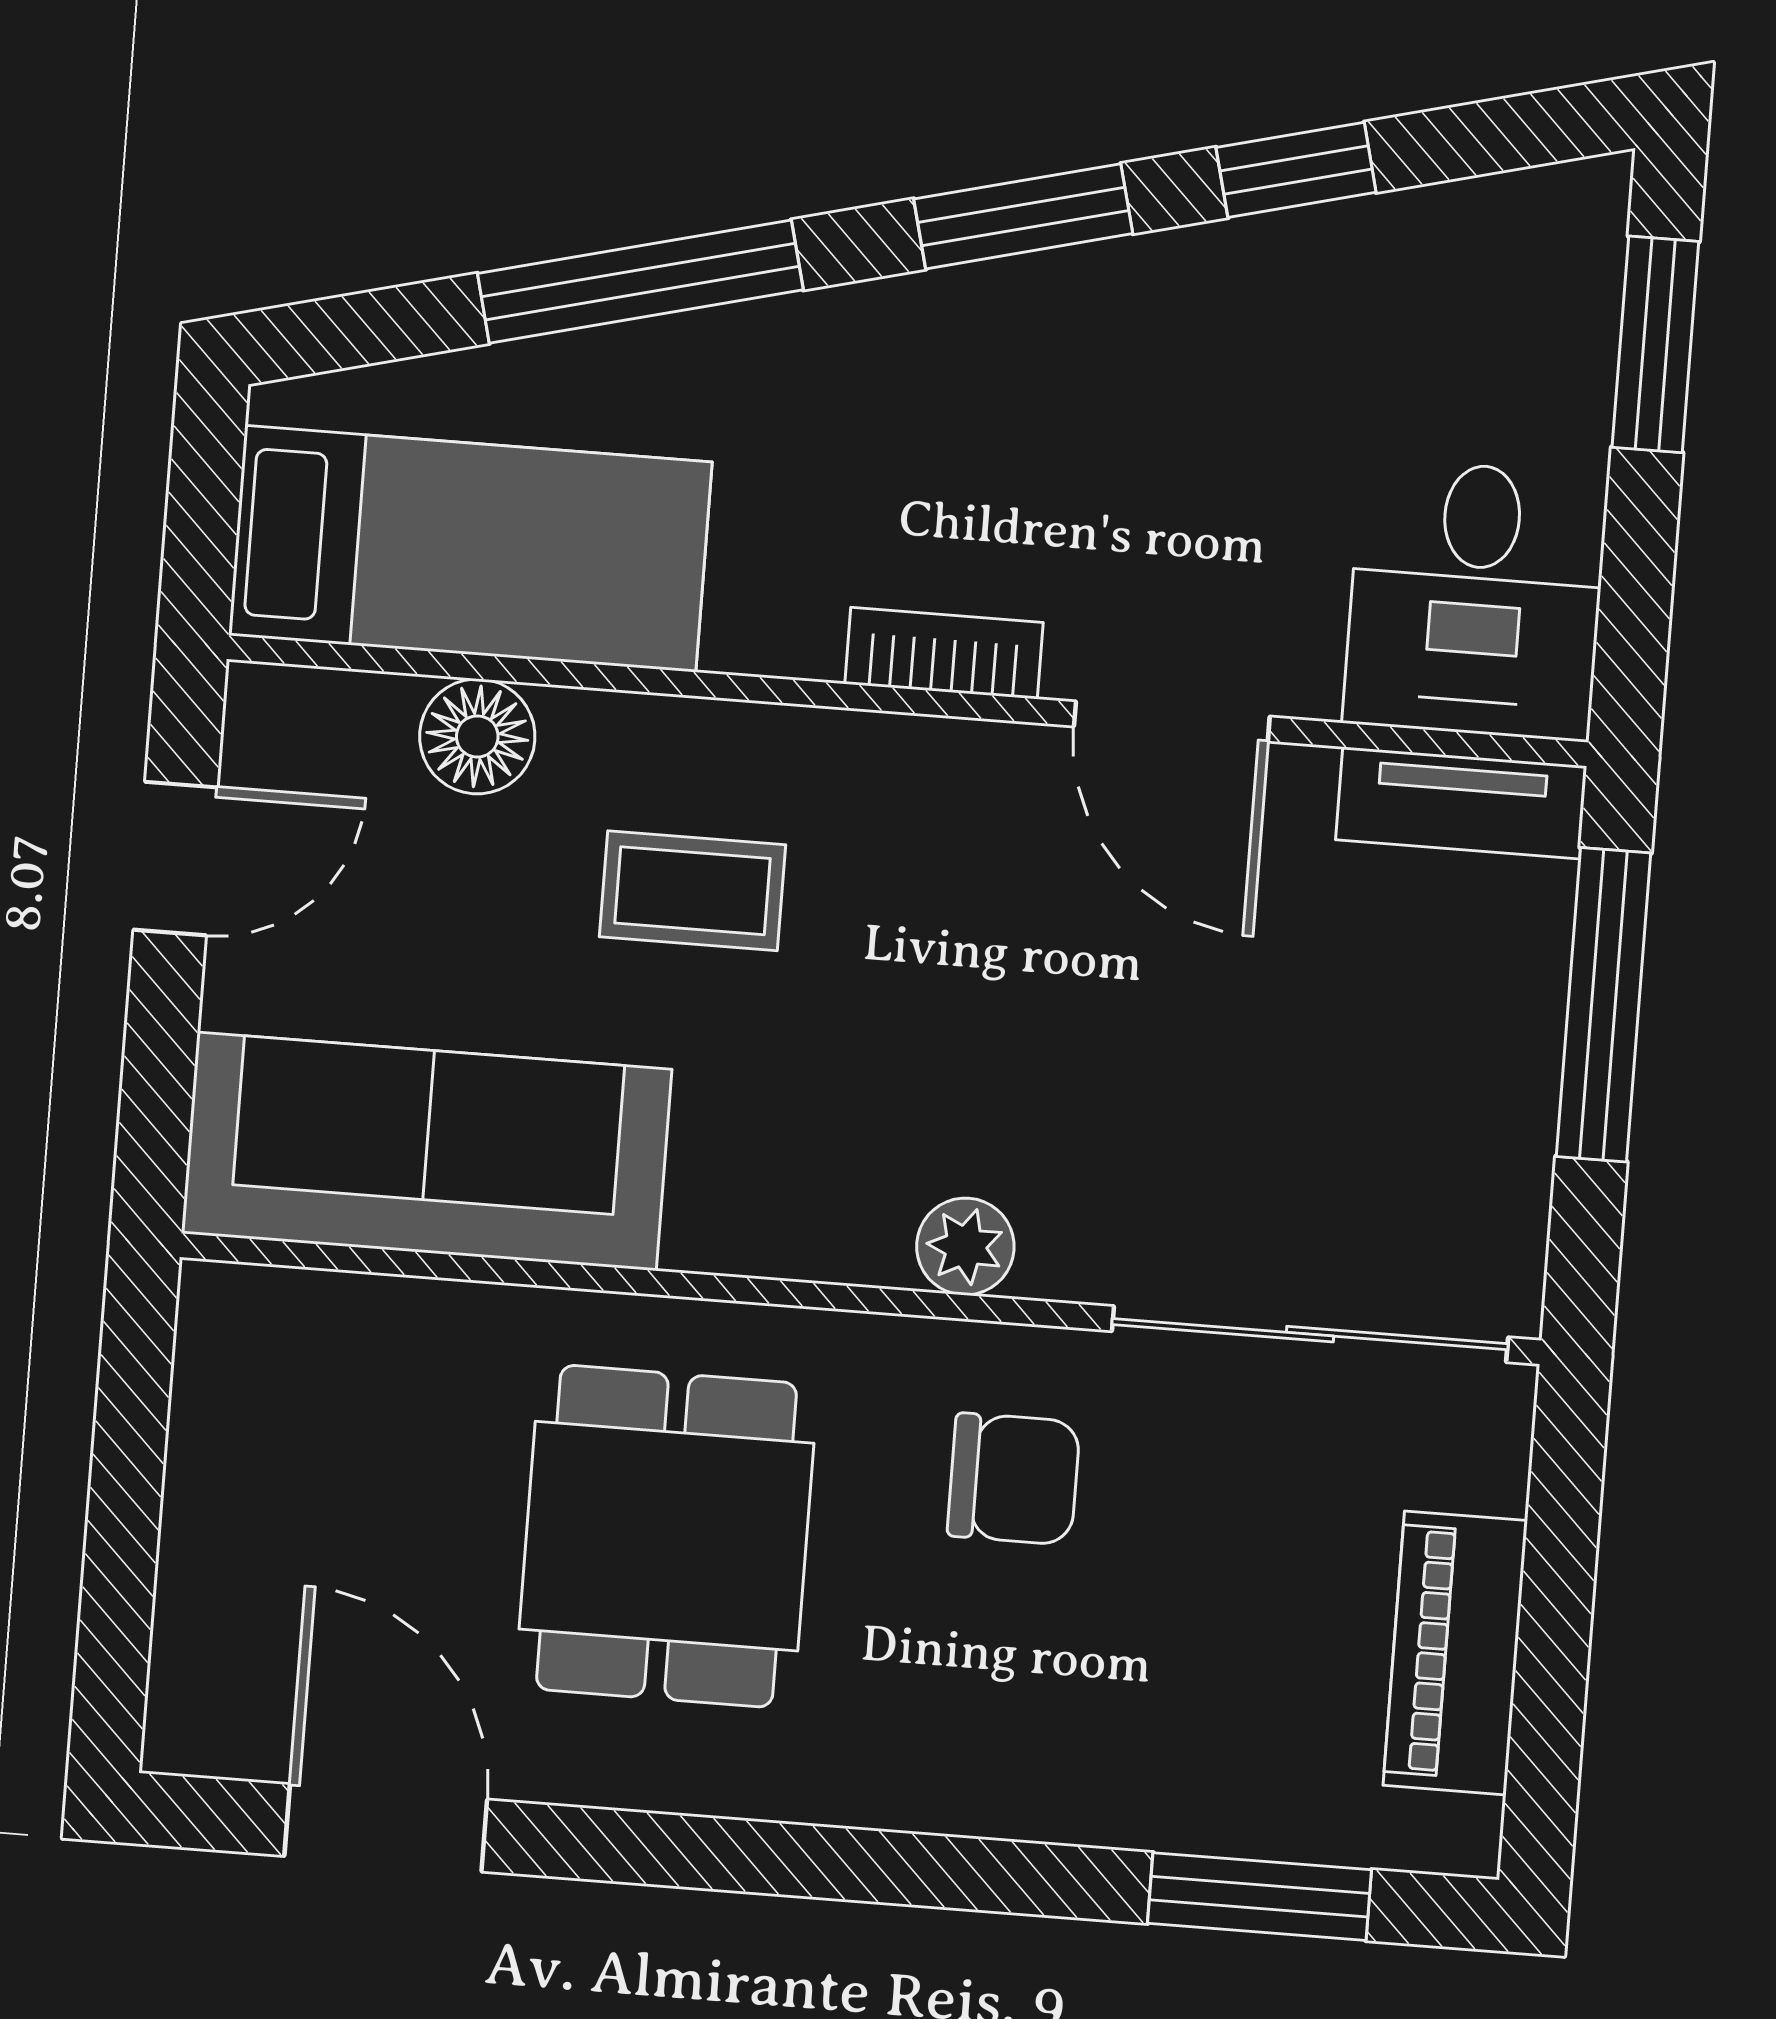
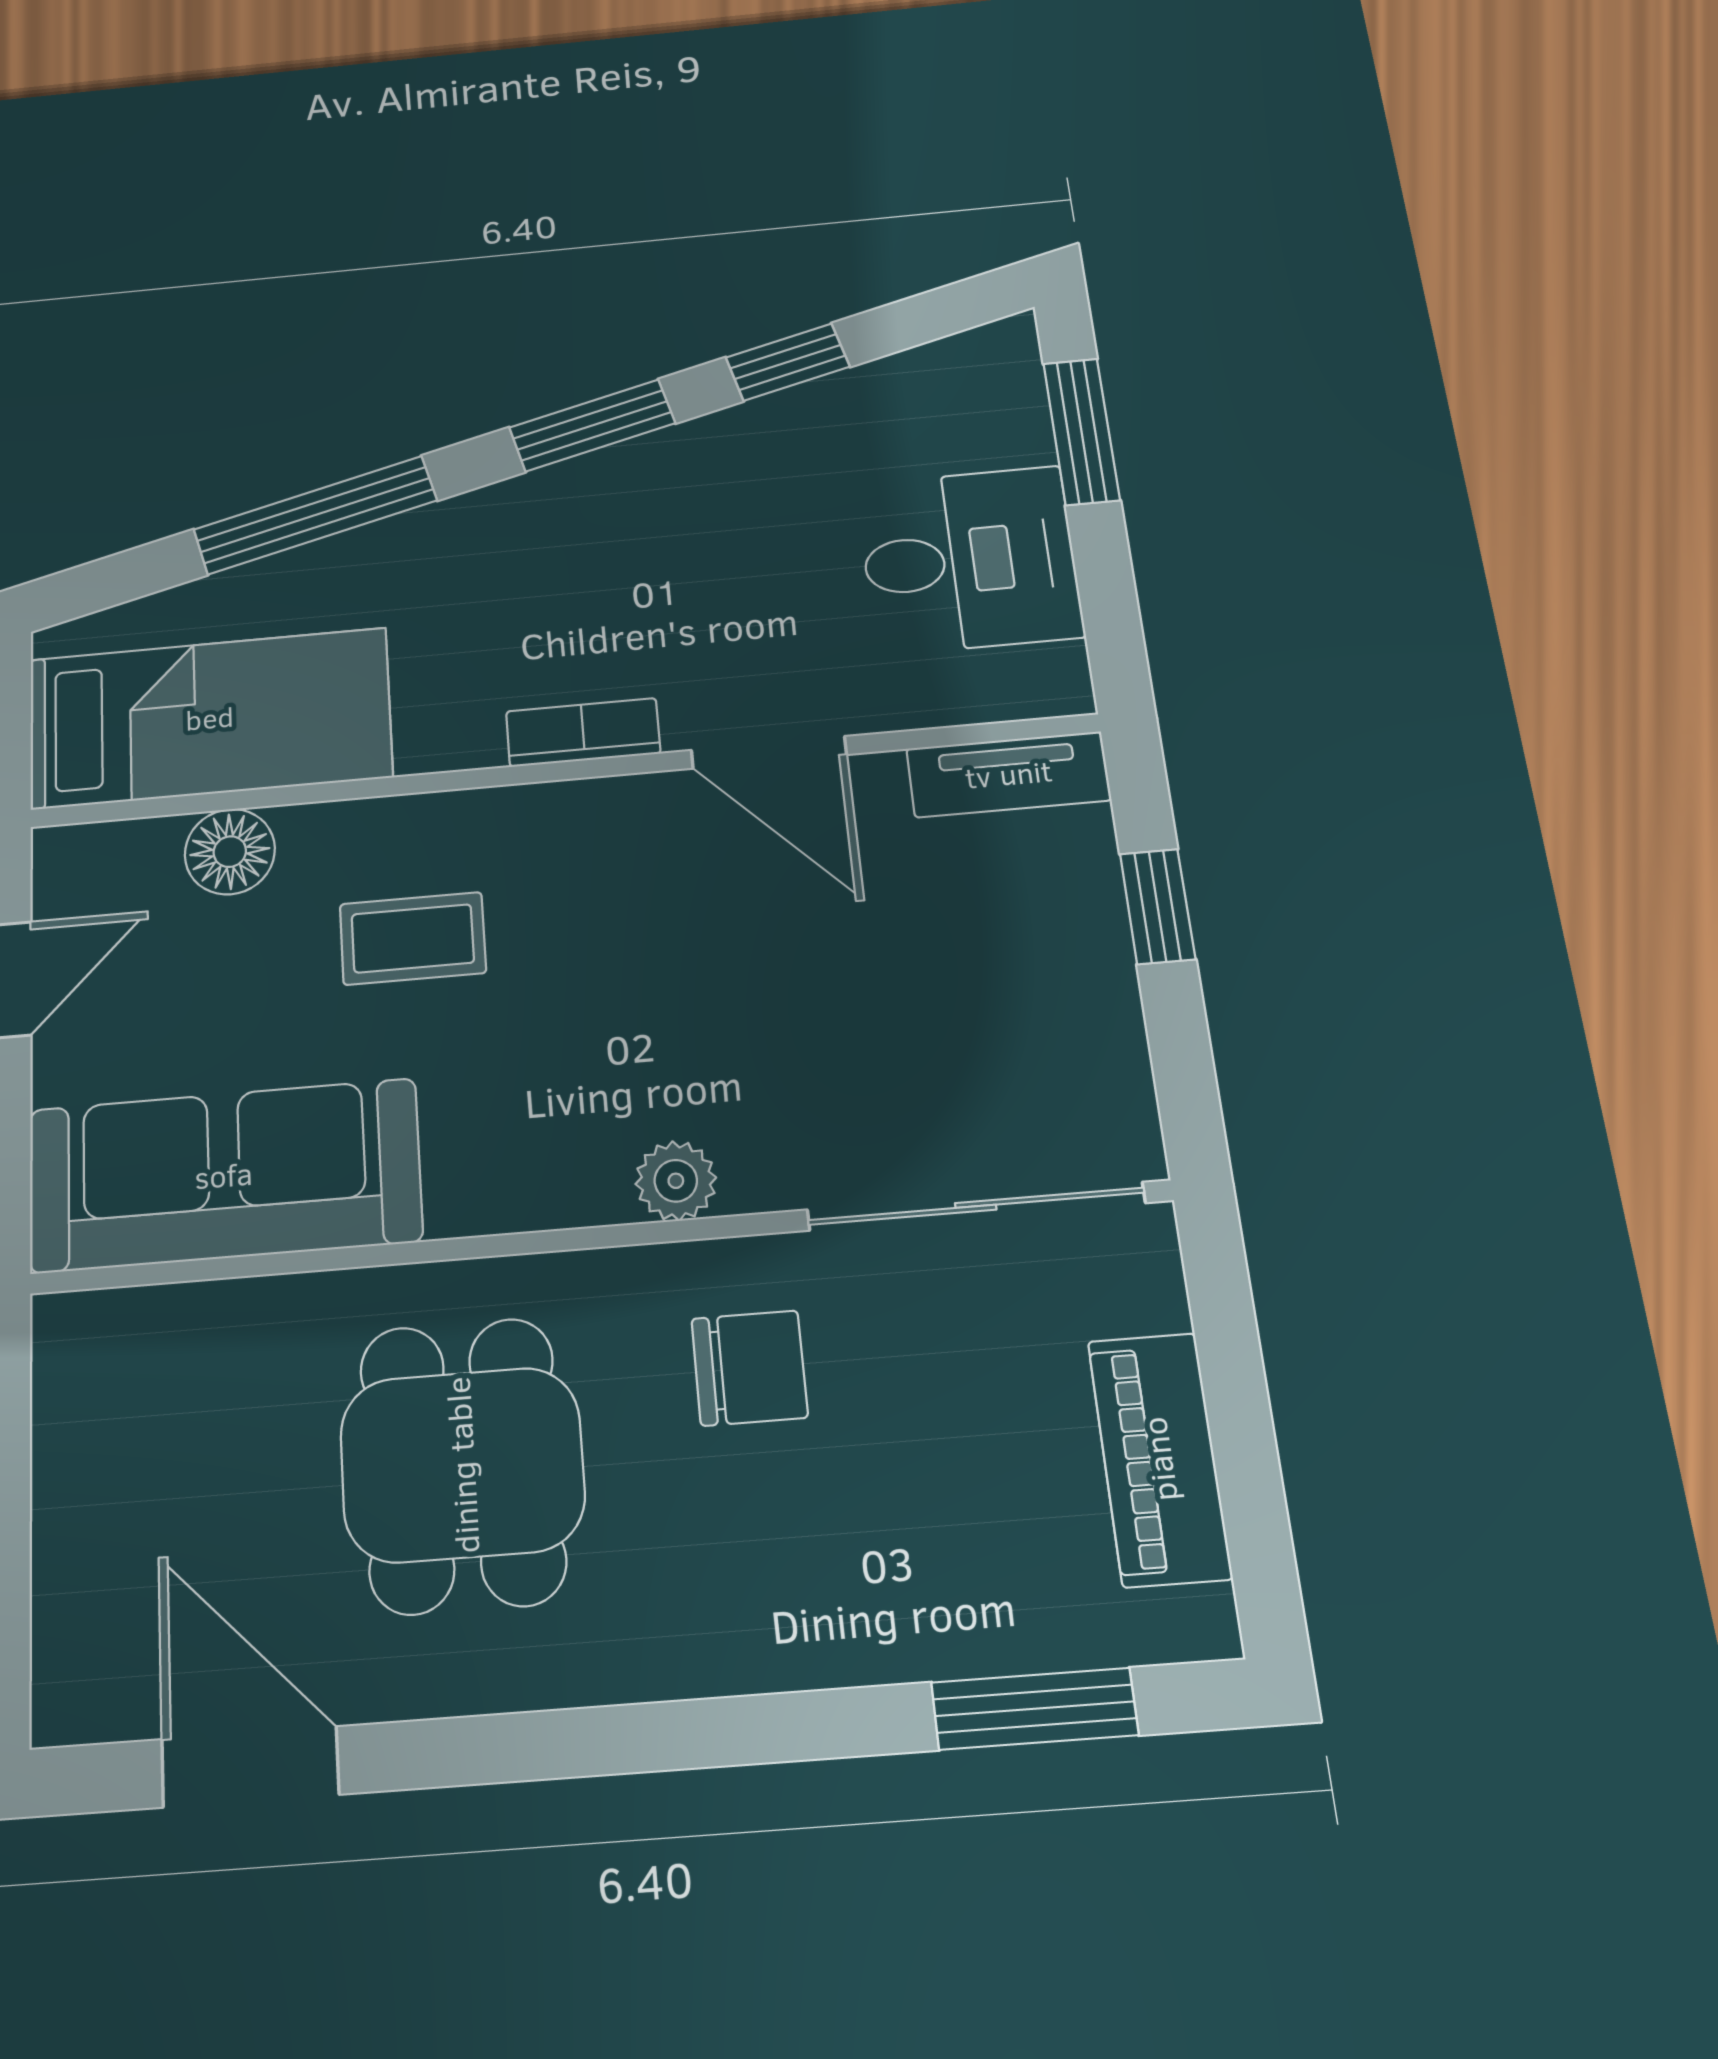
desk: (1476, 600) -> (969, 560), moved, turned -90
window: (1603, 1005) -> (1157, 906), width x0.46

